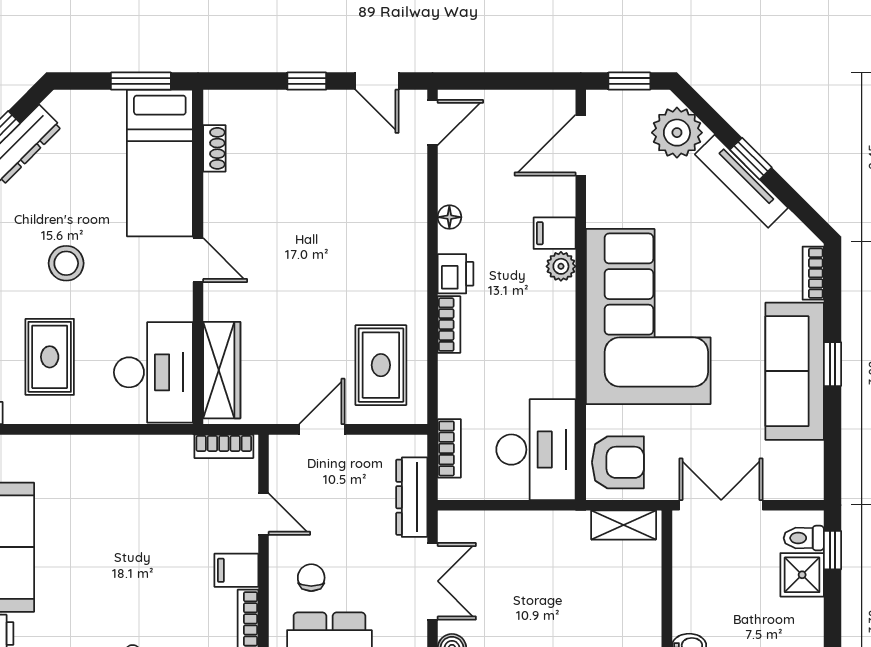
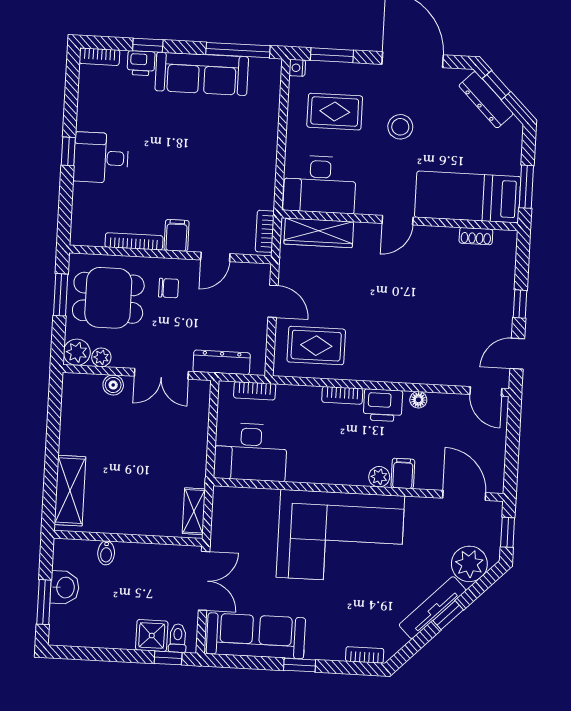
printer: (456, 274) -> (383, 405), width x1.36, depth x1.24
sofa: (795, 371) -> (256, 636), moved
armchair: (618, 462) -> (238, 510), removed

